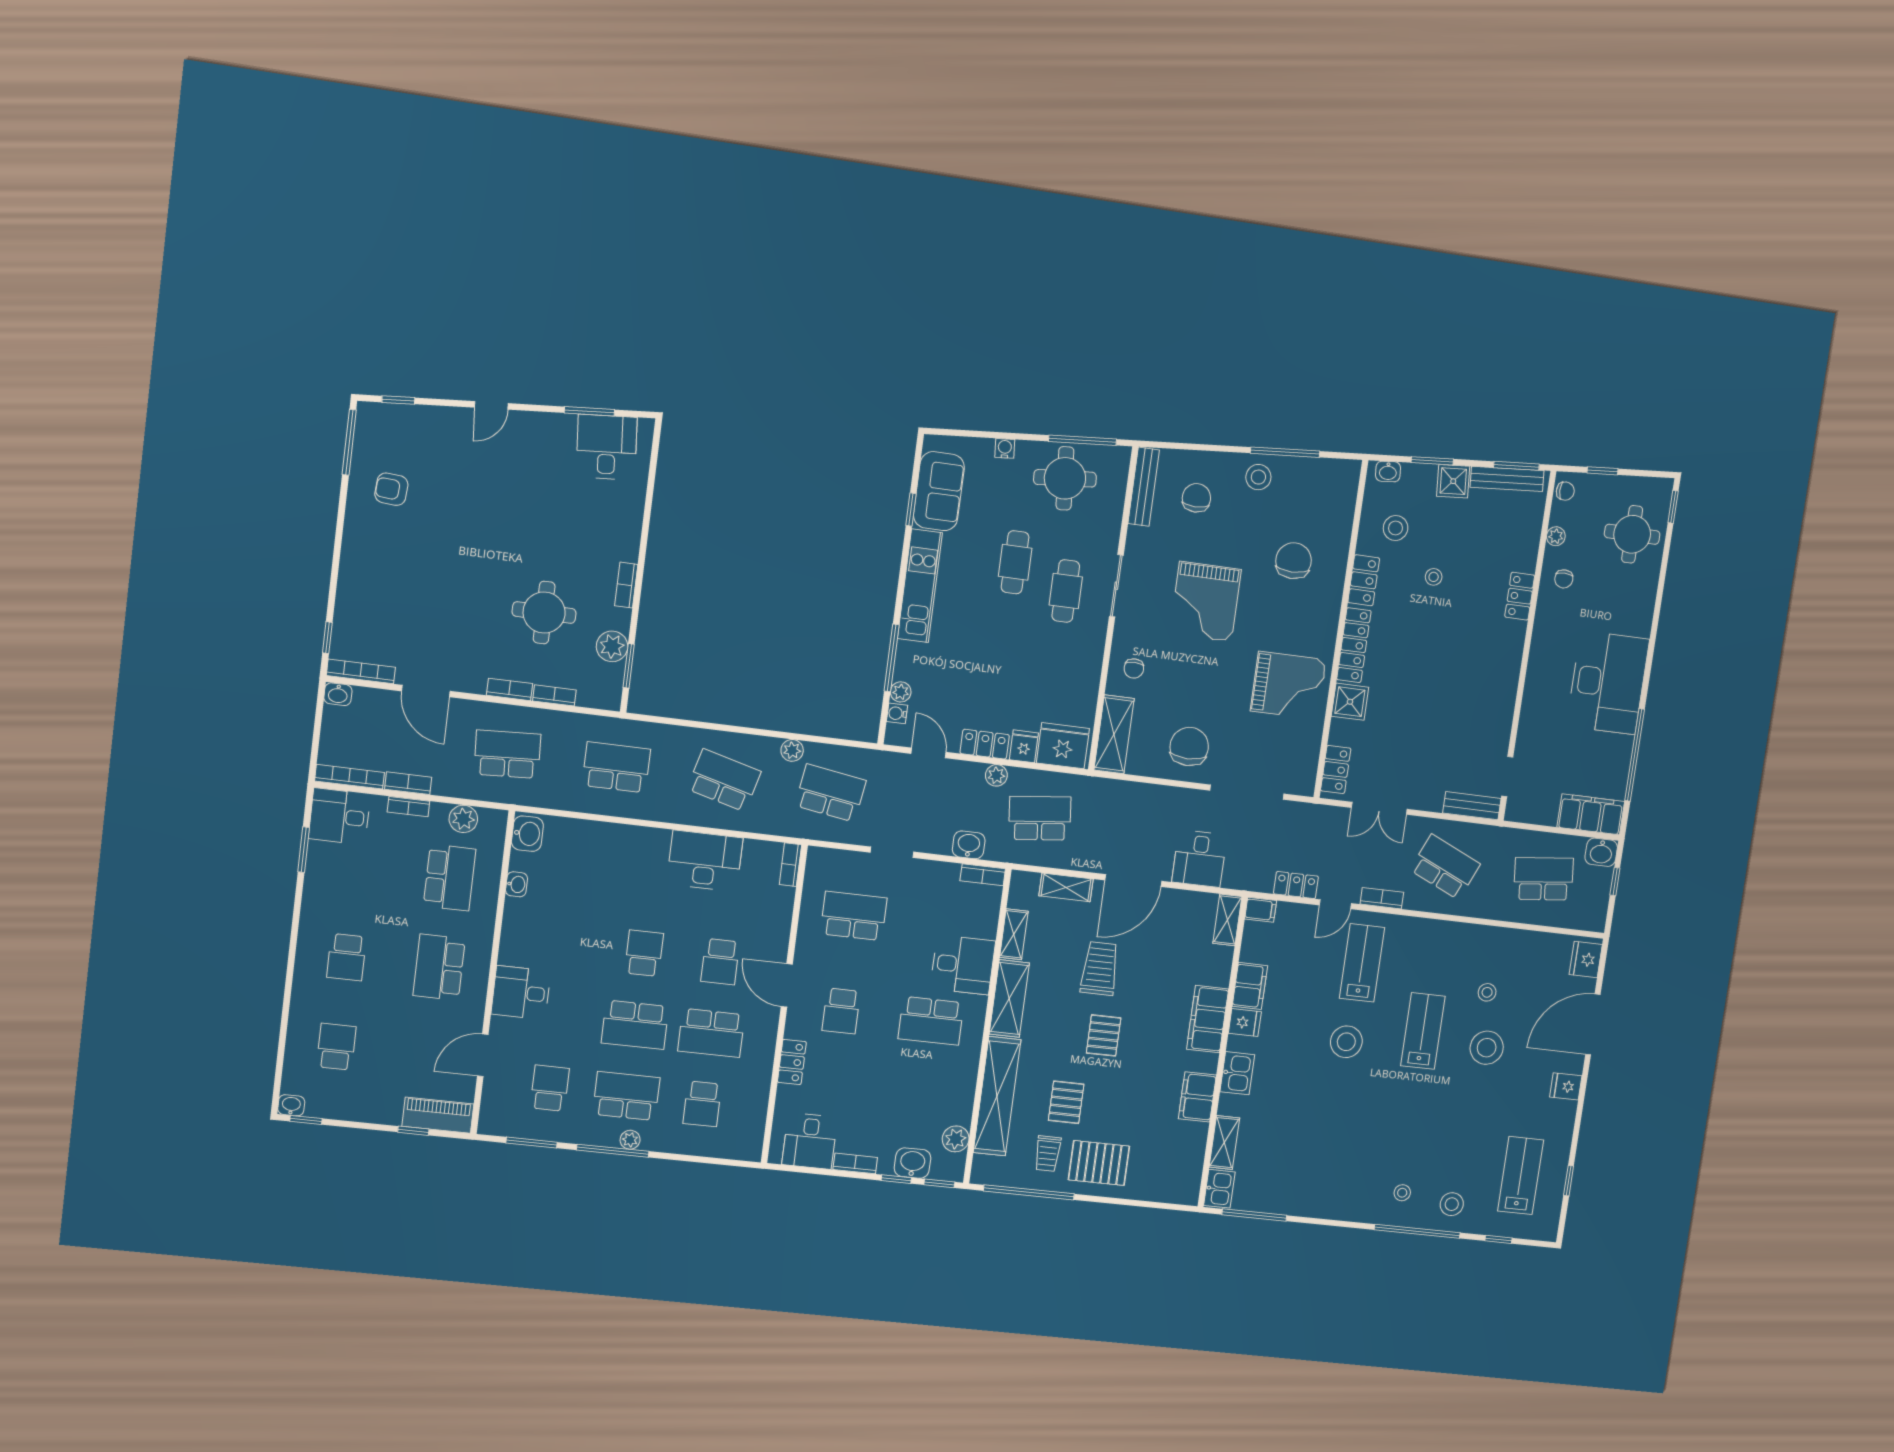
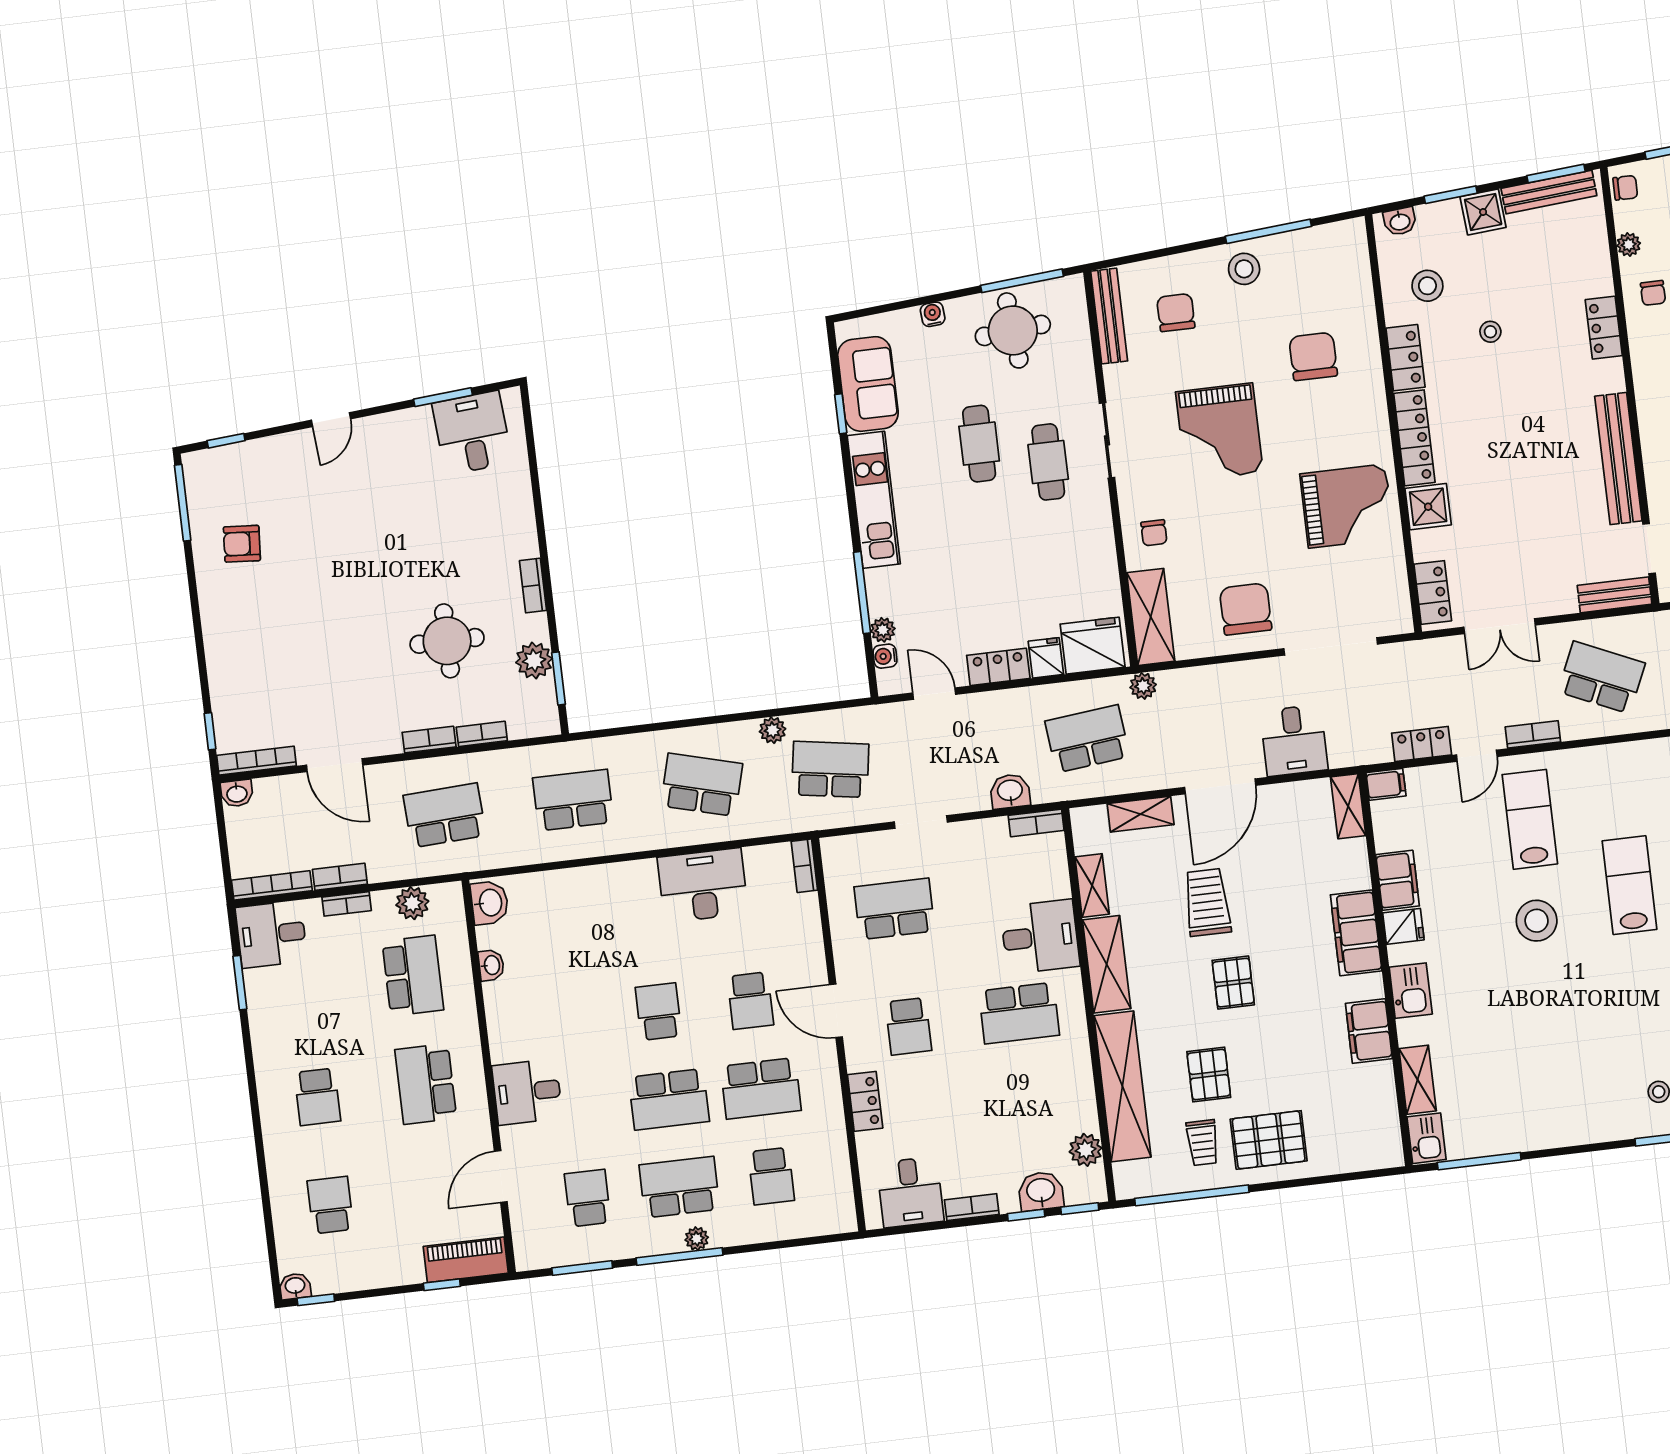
bench: (1503, 701) -> (1618, 459), added
plant: (996, 775) -> (1143, 686), moved

